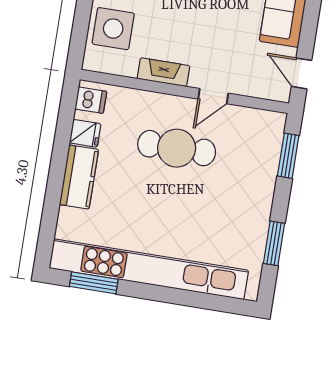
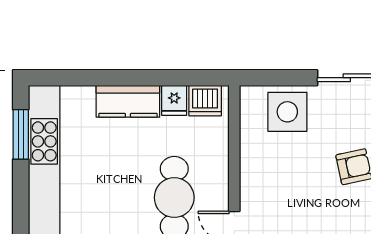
fireplace: (163, 72) -> (251, 171), removed
dishwasher: (91, 100) -> (205, 101), width x1.38

